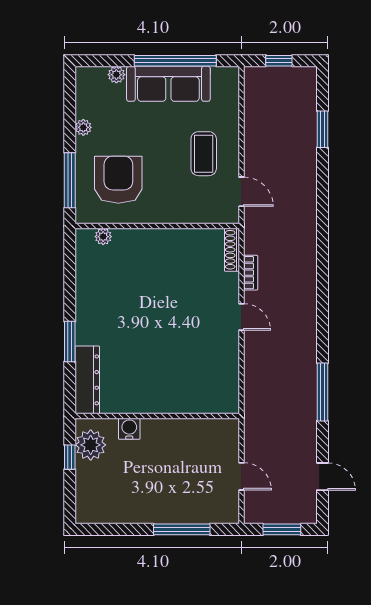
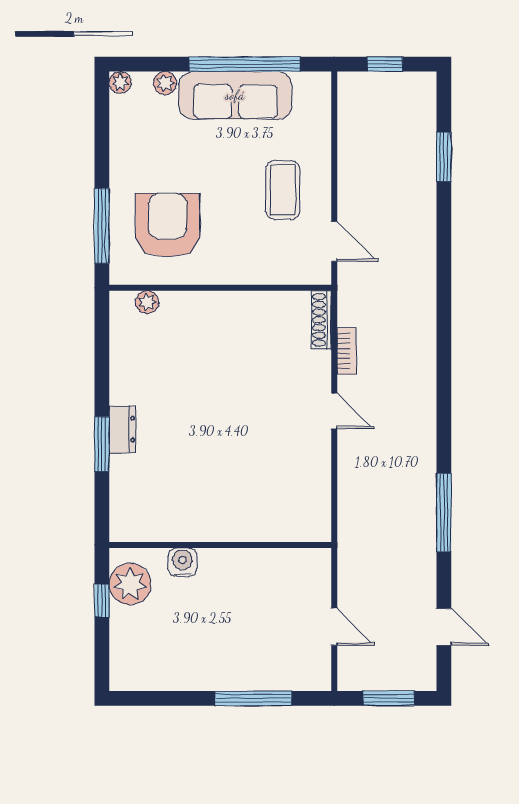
plant: (83, 127) -> (120, 82), moved
dresser: (87, 380) -> (122, 429), moved, width x0.51, depth x0.80

